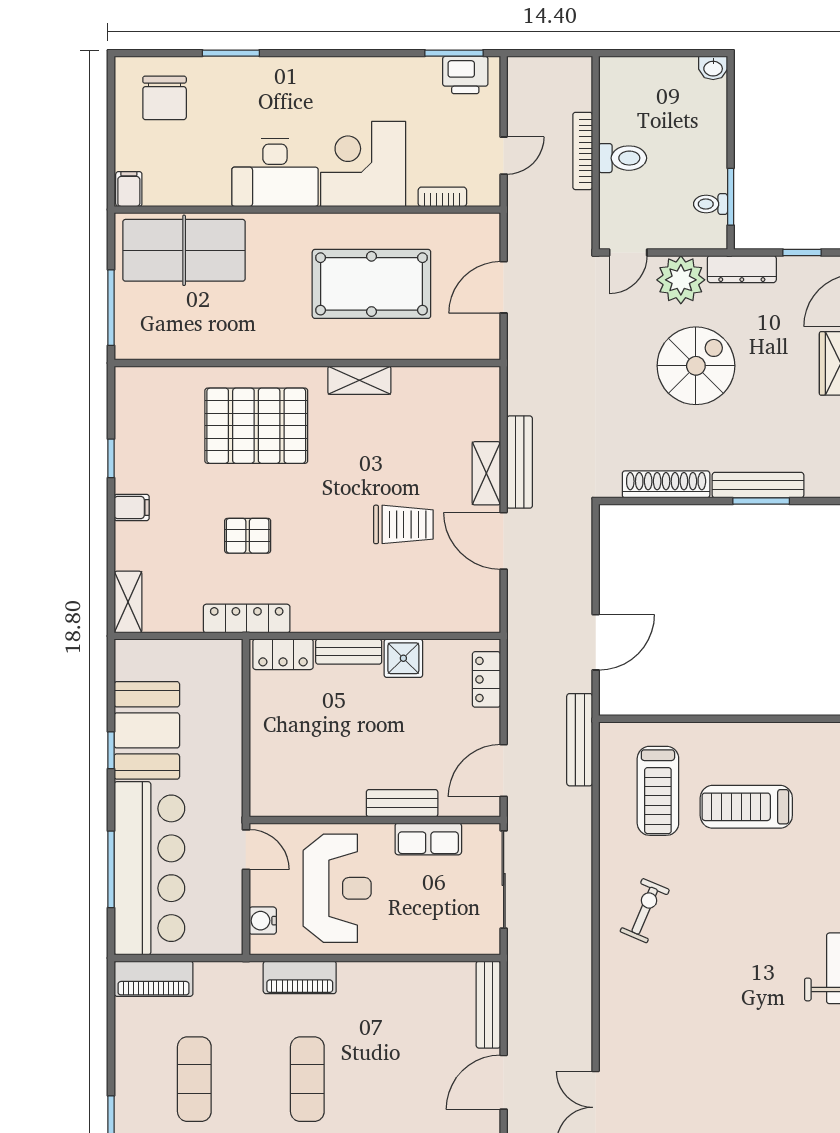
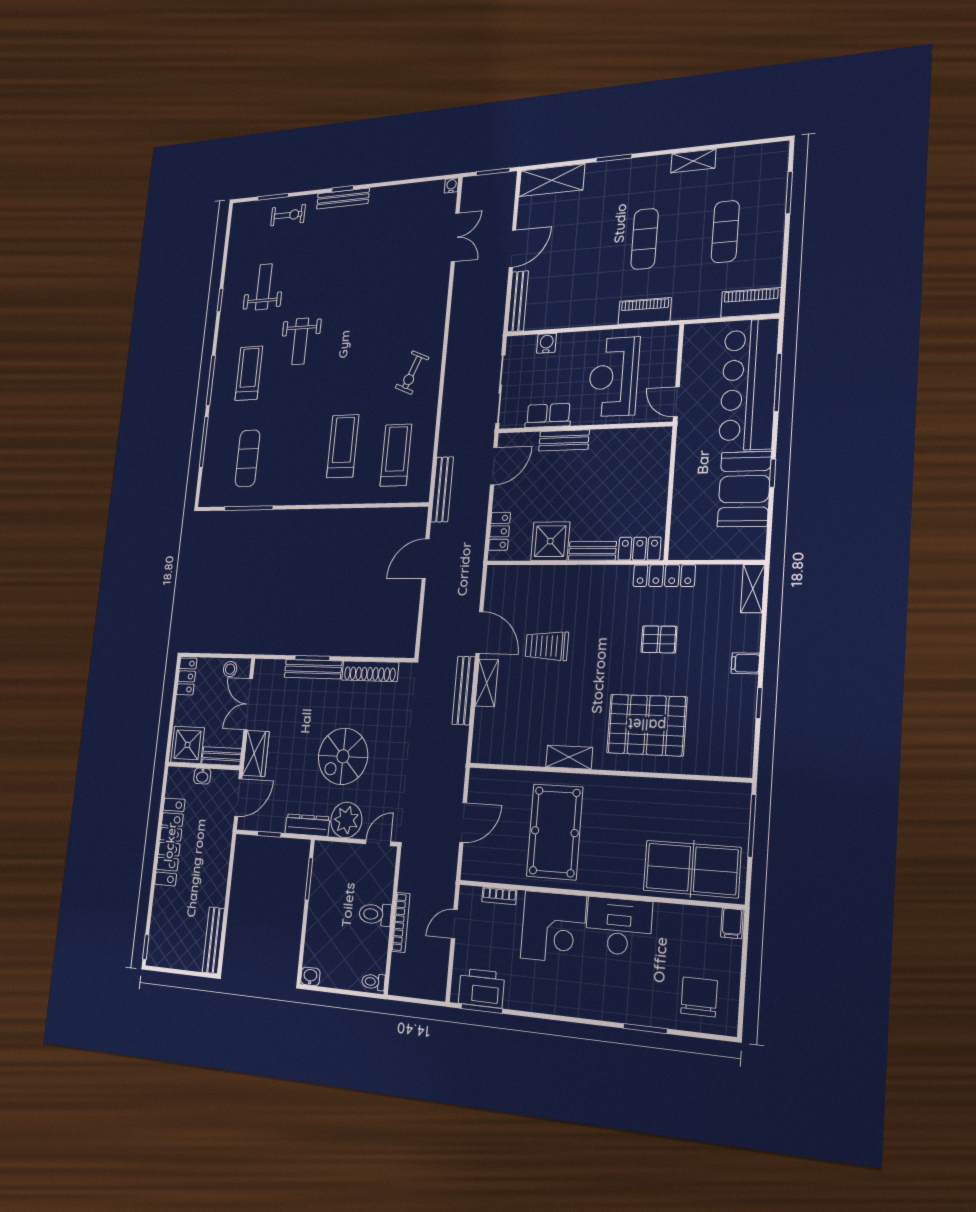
printer: (465, 75) -> (481, 988), width x1.37, depth x1.19
toilet: (711, 204) -> (373, 982), moved, turned 180
pool table: (371, 284) -> (555, 832), turned 90
shower: (403, 658) -> (550, 541), width x1.36, depth x1.36
treadmill: (746, 807) -> (343, 446), turned -90
water cooler: (263, 921) -> (546, 343), moved, turned -90

